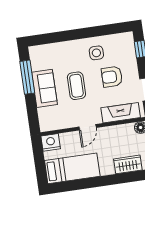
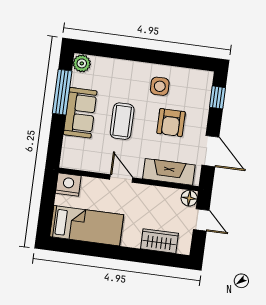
plant: (36, 52) -> (82, 63), added
armchair: (112, 77) -> (171, 123), turned -90
door: (88, 127) -> (121, 179), swing flipped

